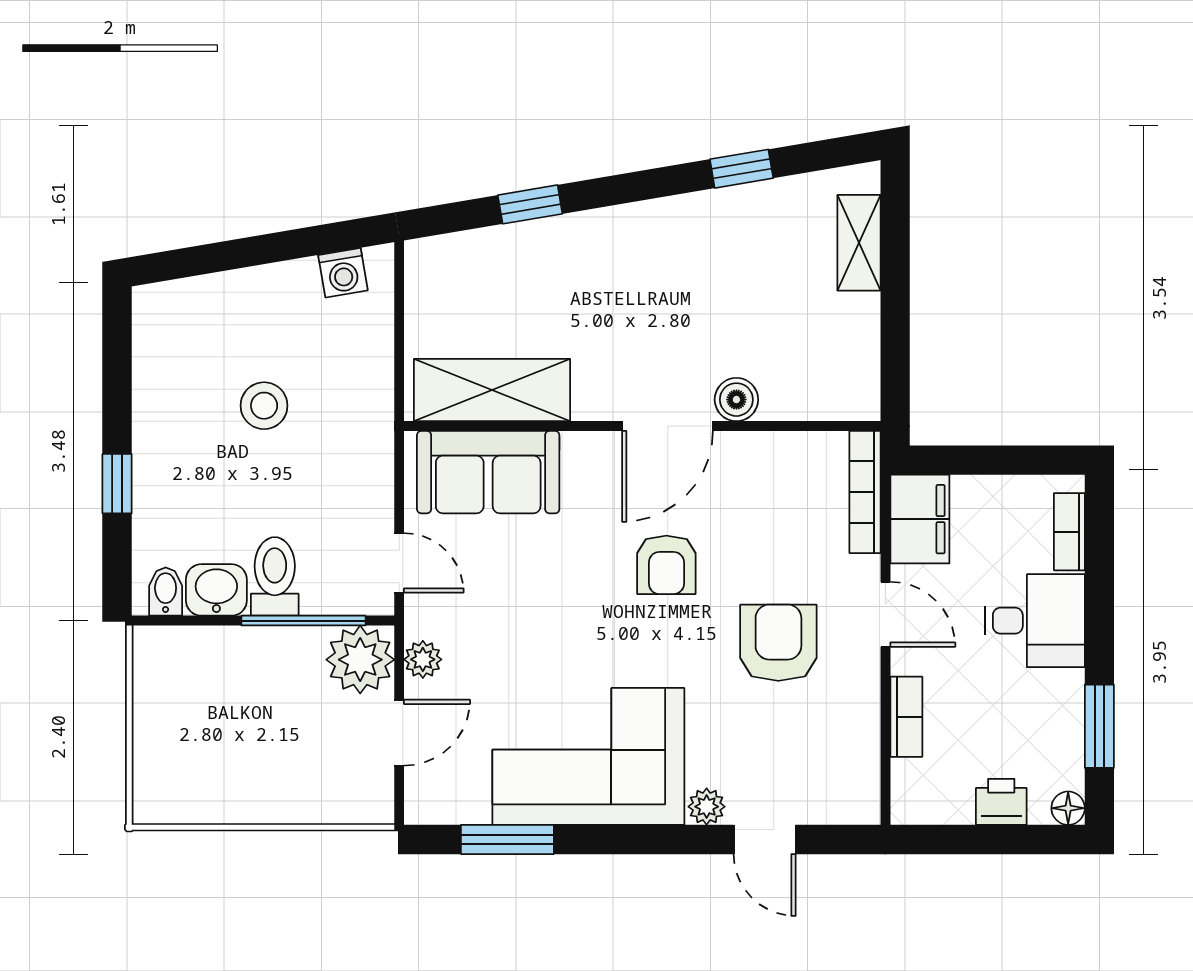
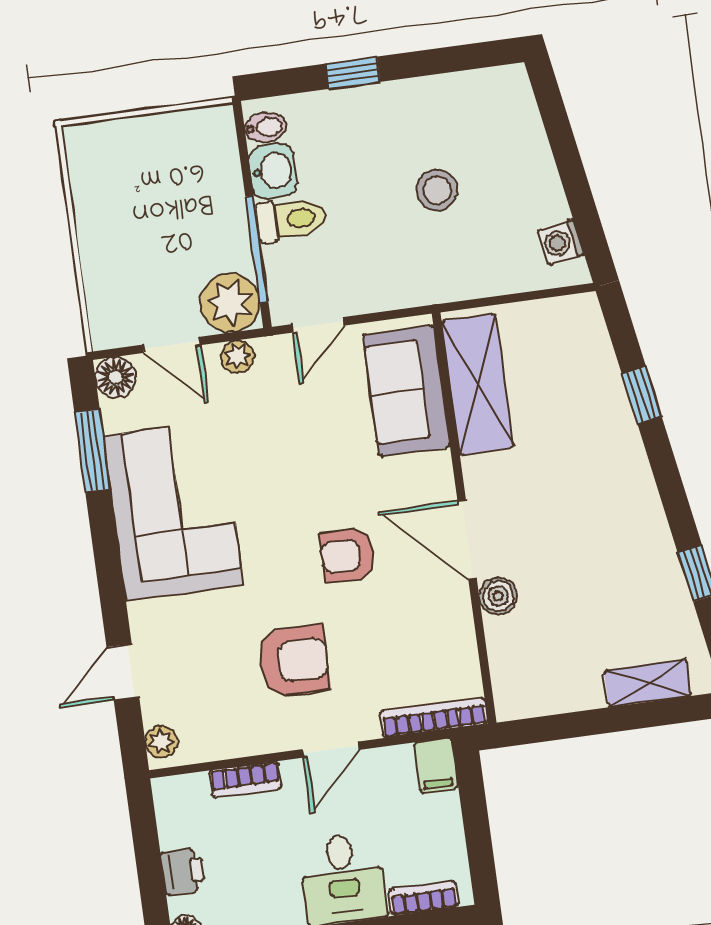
filing cabinet: (920, 519) -> (436, 765), width x0.50
floor lamp: (427, 802) -> (116, 377), added
plant: (707, 807) -> (161, 742), moved

